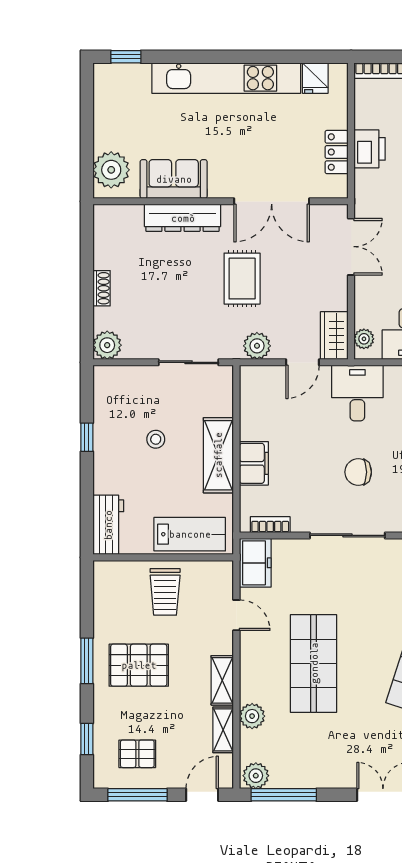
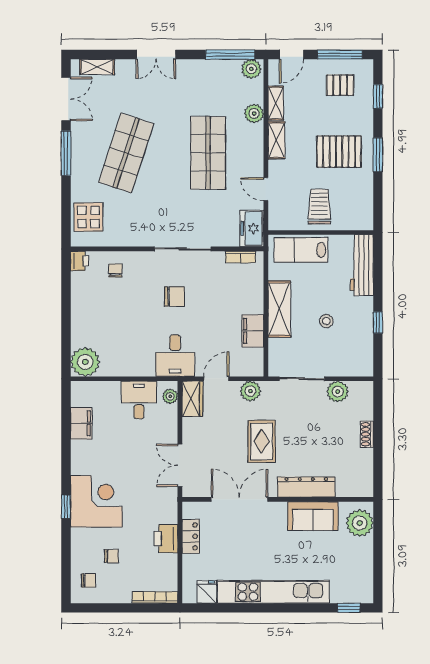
plant: (107, 345) -> (338, 392), moved
filing cabinet: (254, 463) -> (253, 331), moved
workbench: (108, 525) -> (362, 265), width x1.37

